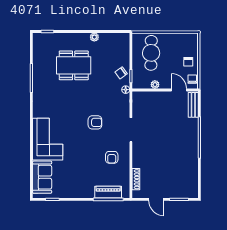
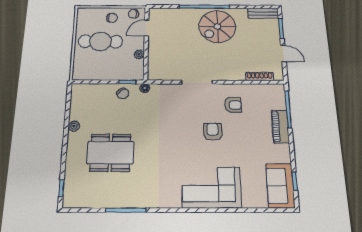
cafe table: (151, 53) -> (100, 41), moved
dining table: (74, 65) -> (110, 153), turned 90
bench: (193, 105) -> (263, 13), moved
armchair: (95, 122) -> (213, 132), moved
spiral stairs: (181, 148) -> (217, 27), added
sofa: (42, 177) -> (280, 186), moved, turned -90
piano: (108, 192) -> (280, 127), moved
door: (156, 199) -> (283, 54), hinge flipped

